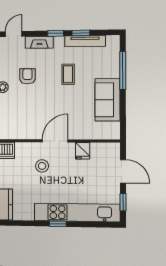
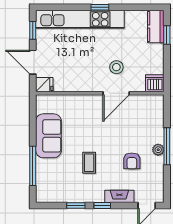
tv unit: (85, 41) -> (72, 197), removed
door: (55, 141) -> (116, 93), moved
fridge: (83, 151) -> (44, 85), moved, turned 90

